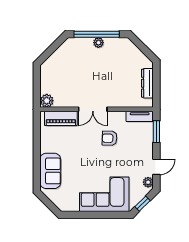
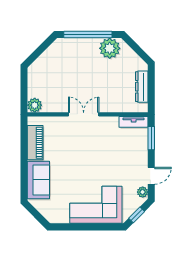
plant: (98, 43) -> (110, 48), moved, width x1.87, depth x1.87
double door: (93, 109) -> (84, 114), swing flipped
piano: (61, 118) -> (35, 143), moved, turned -90
armchair: (110, 138) -> (102, 145), removed

